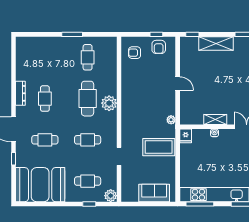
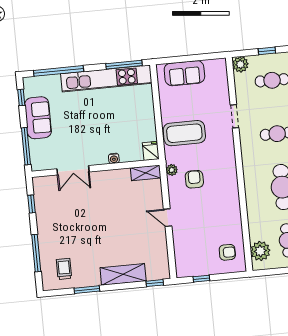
armchair: (159, 47) -> (194, 179), moved
plant: (109, 103) -> (260, 251), moved
shelving: (215, 120) -> (146, 173), moved

